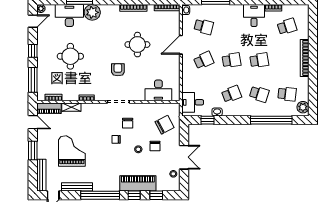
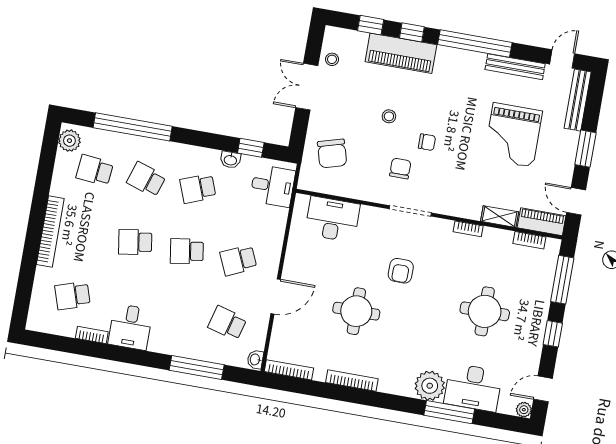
chair: (165, 125) -> (332, 153), turned -78
chair: (155, 146) -> (357, 117), removed

